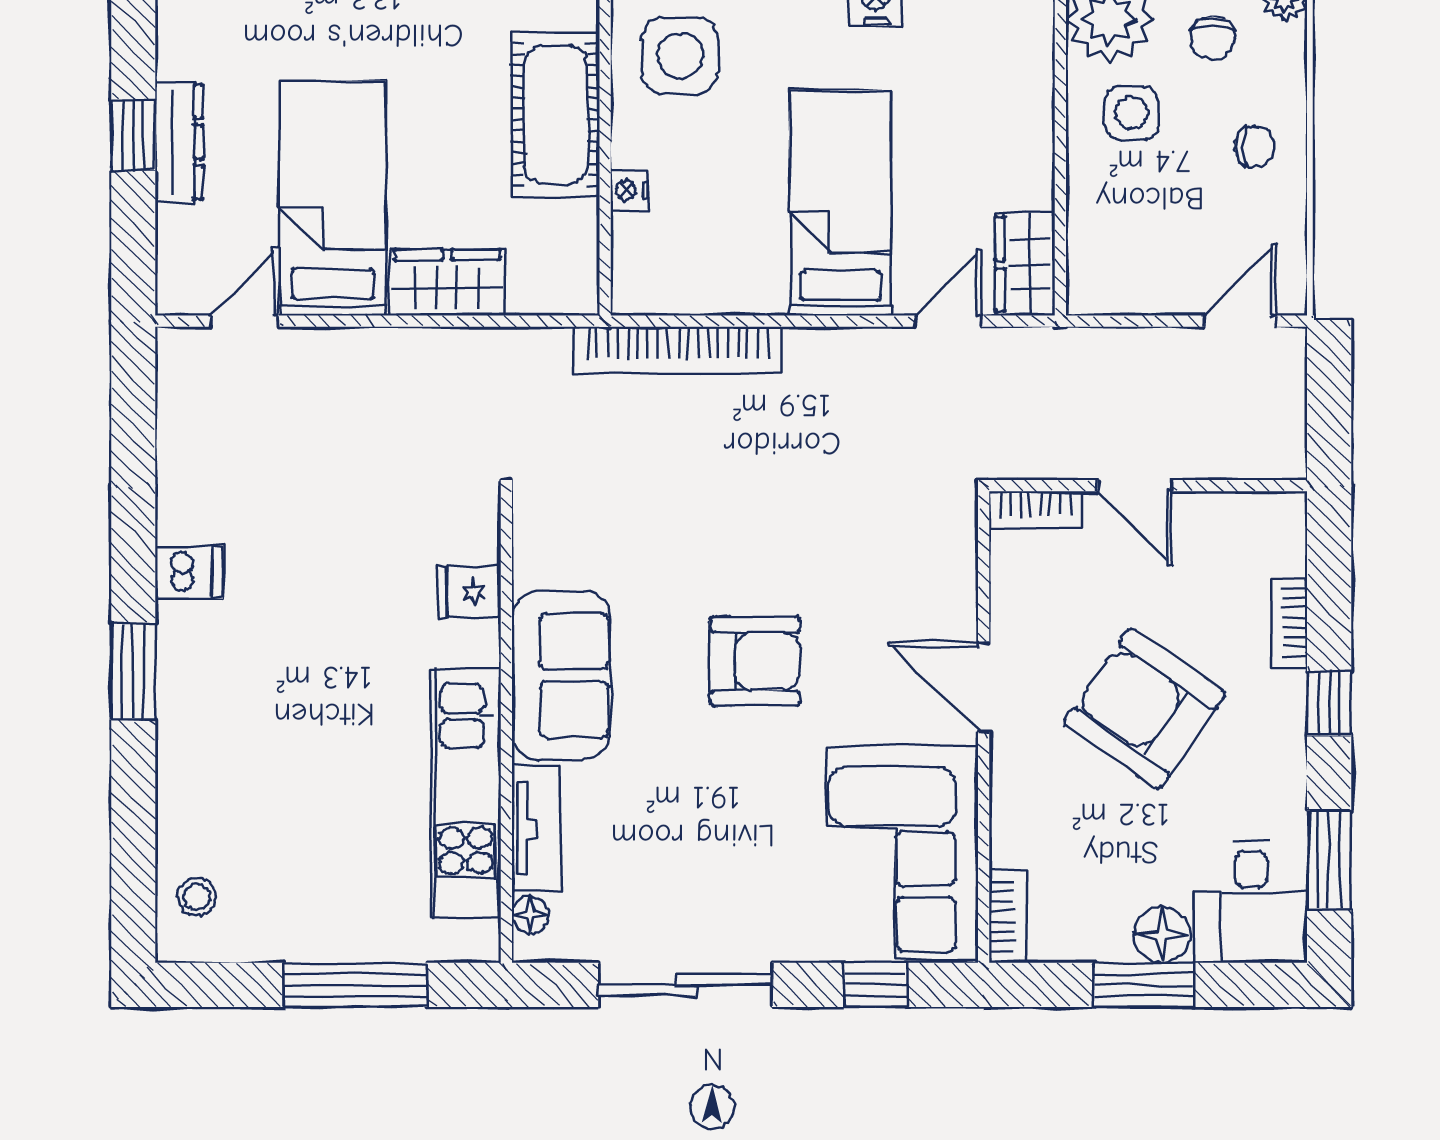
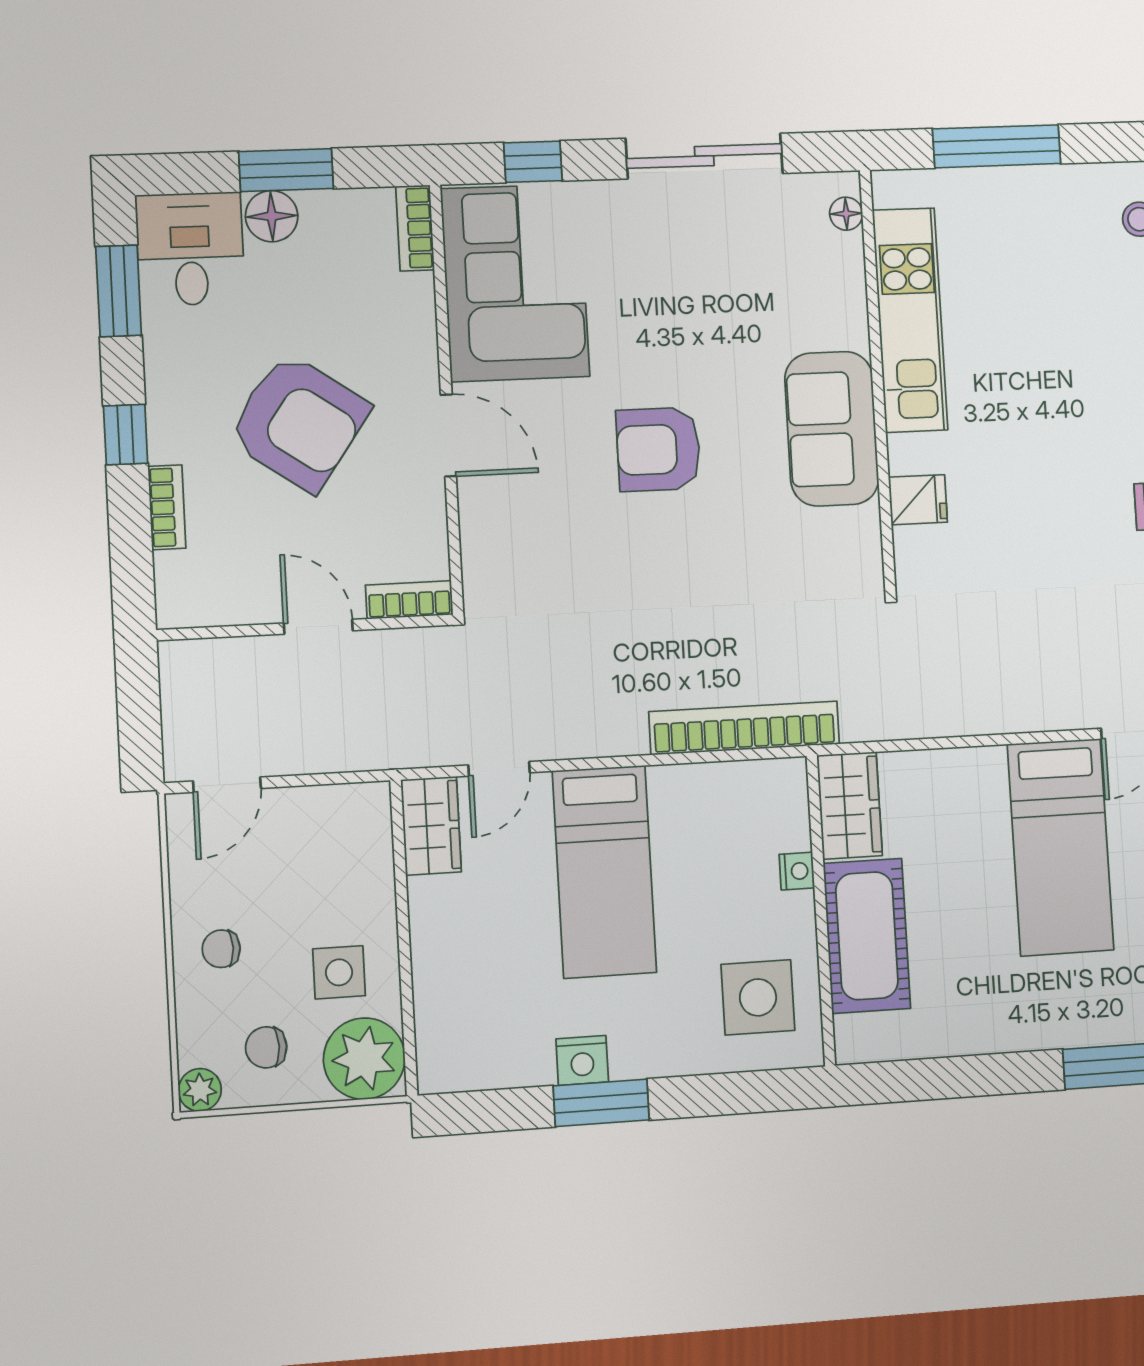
chair: (1213, 38) -> (266, 1047), turned -90
wardrobe: (447, 283) -> (850, 805), moved, turned -90
tv unit: (536, 828) -> (846, 291), removed

